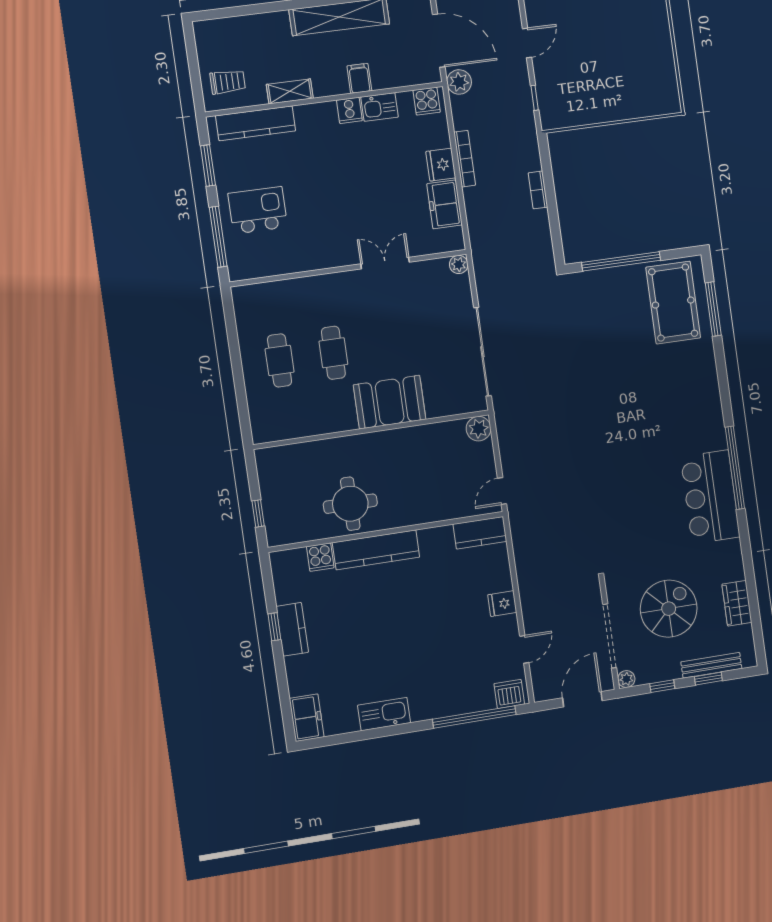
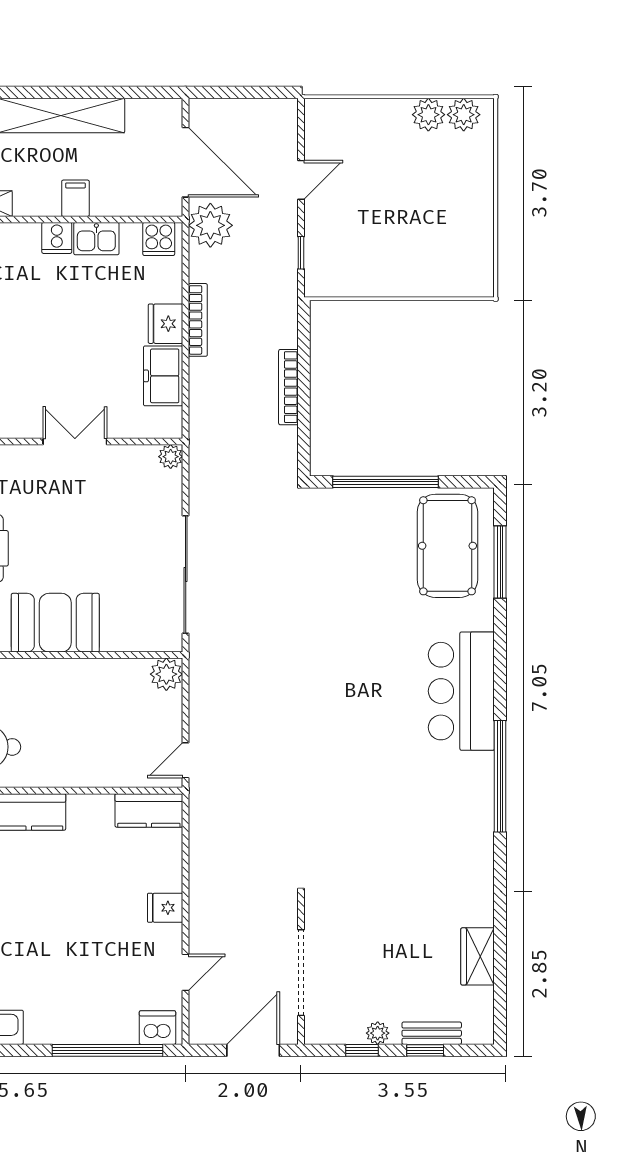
plant: (459, 82) -> (210, 225), width x1.36, depth x1.36
bookcase: (538, 190) -> (288, 387), width x1.56
bar counter: (710, 497) -> (461, 691), moved
spiral stairs: (669, 609) -> (385, 949), removed
bench: (711, 665) -> (432, 1033), width x0.73
plant: (626, 679) -> (378, 1033), moved

